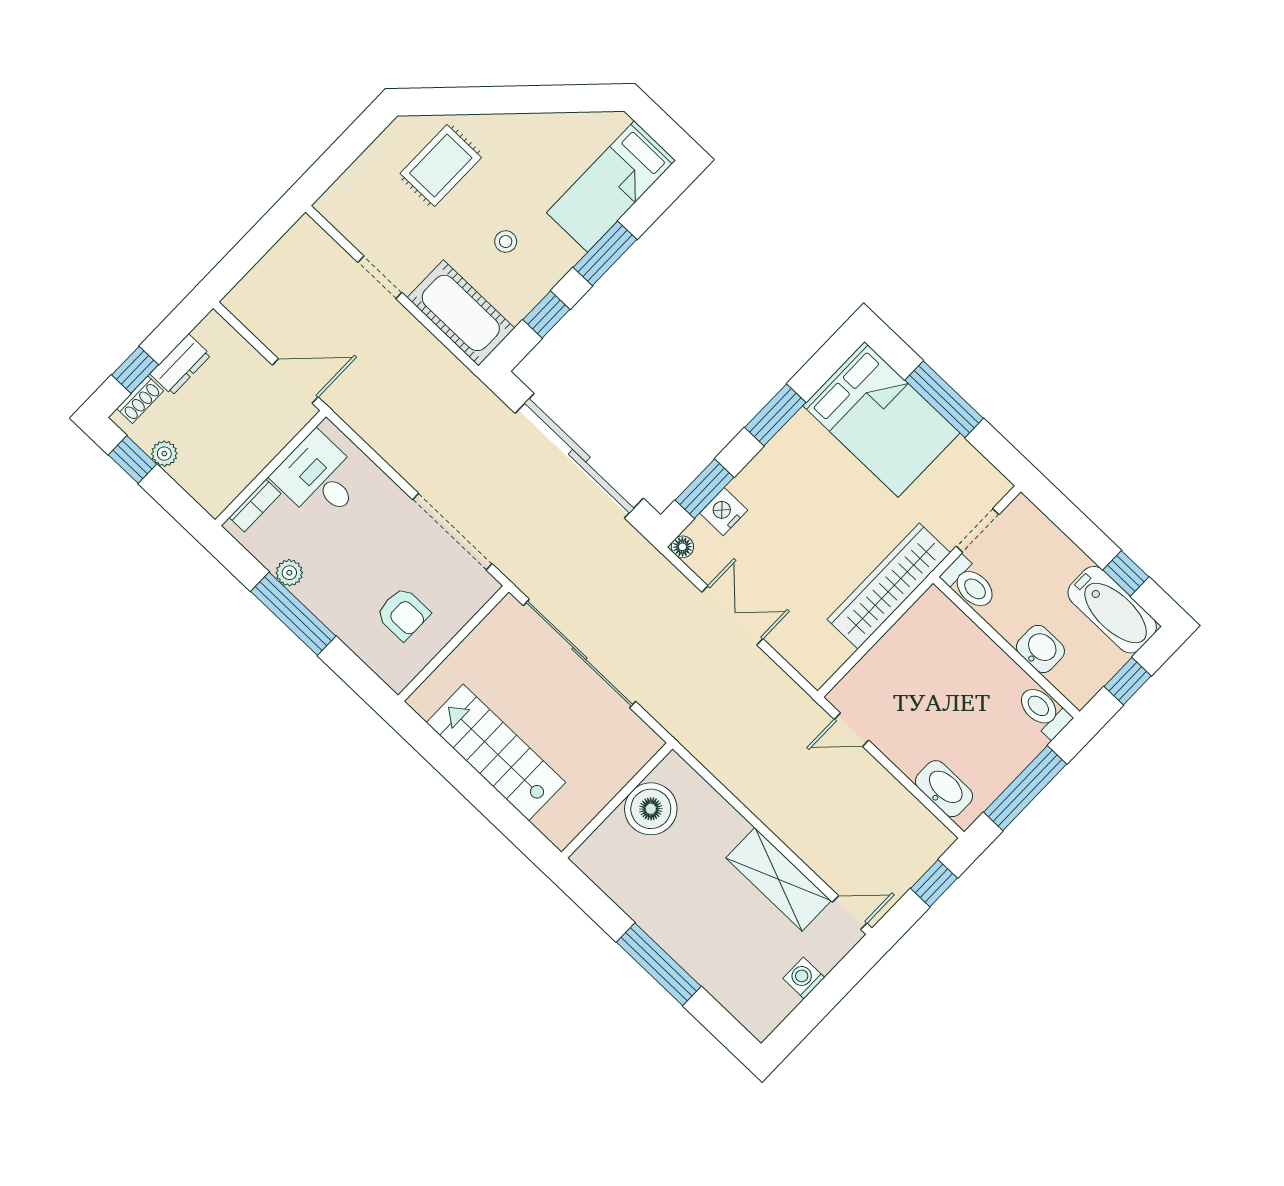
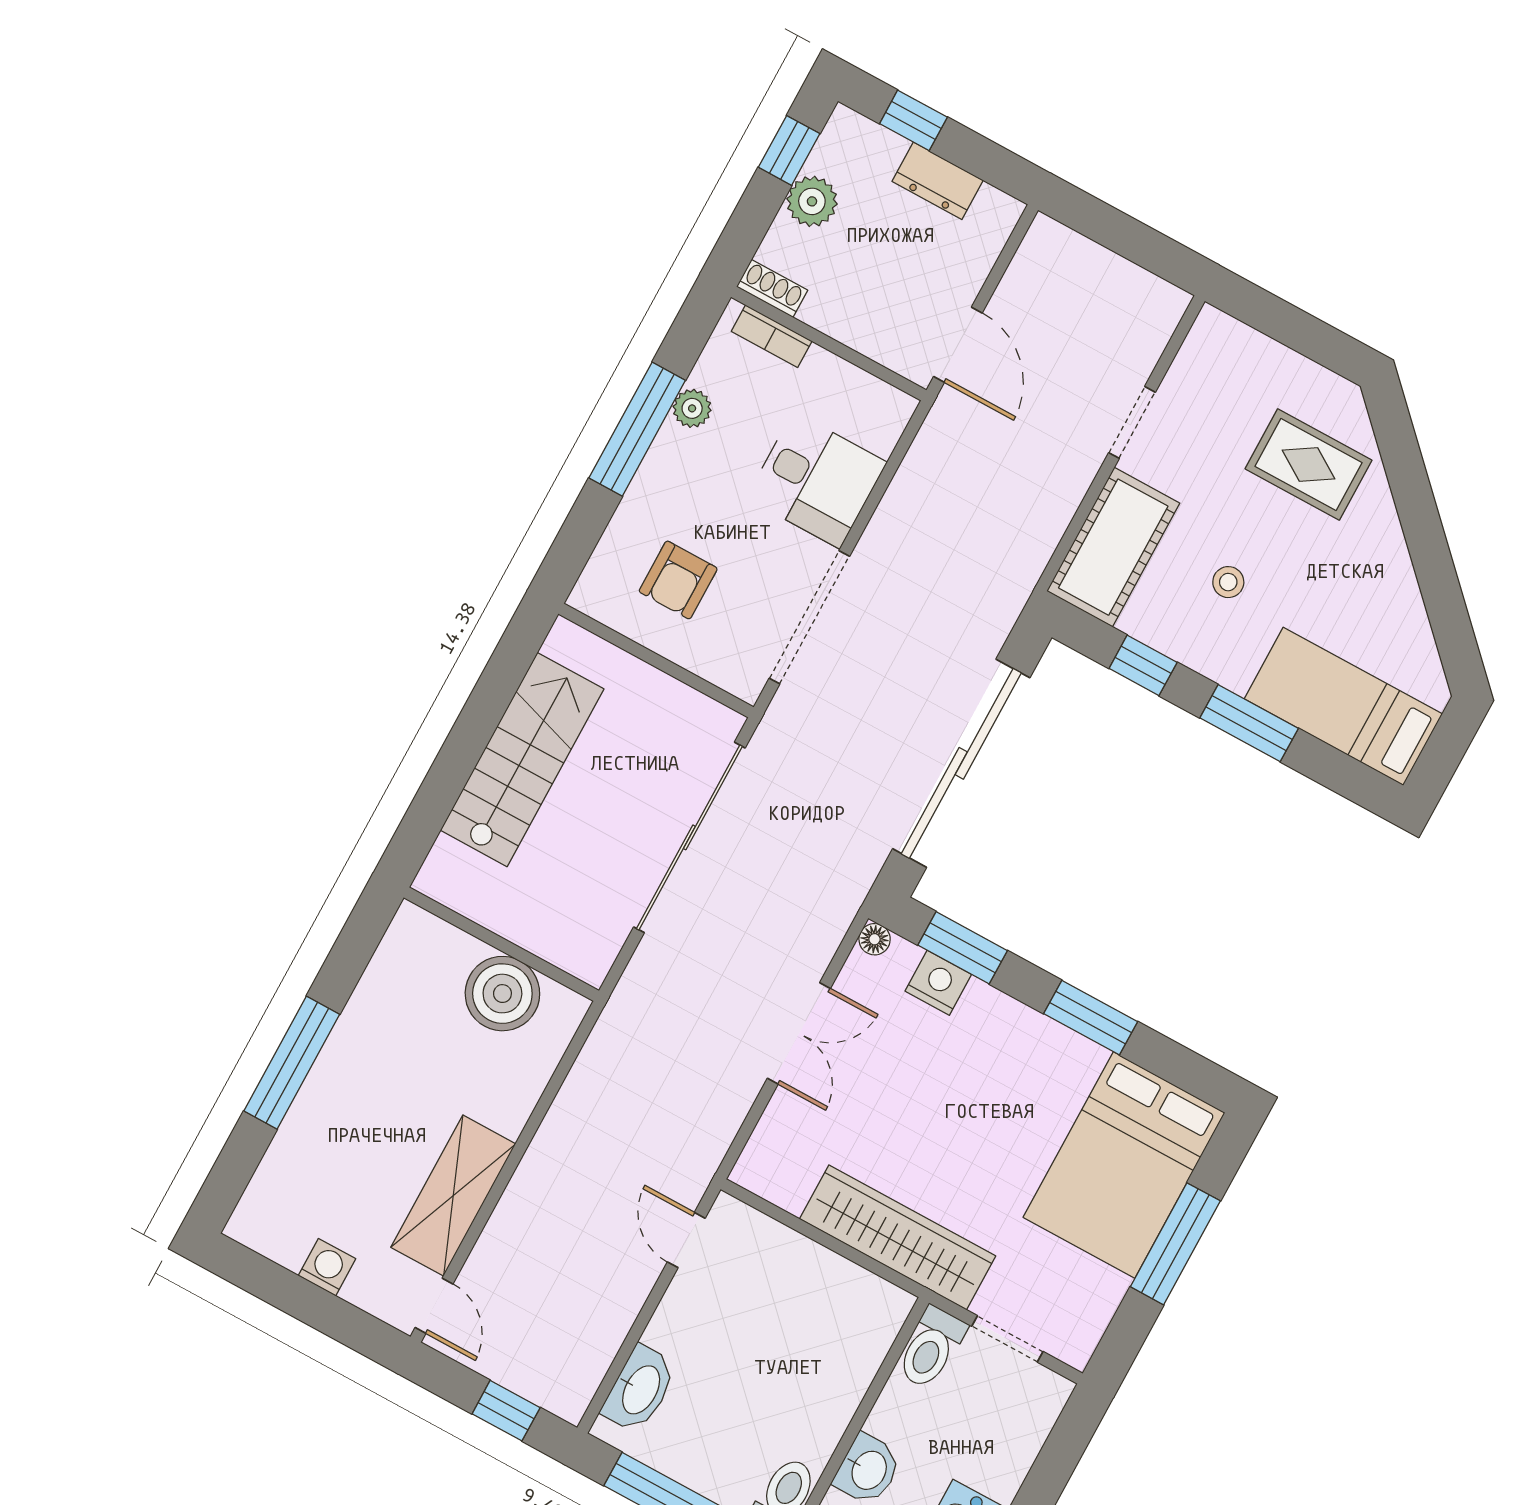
shoe rack: (140, 400) -> (772, 288), moved, turned 180
plant: (164, 454) -> (812, 201), width x1.38, depth x1.38
desk: (319, 478) -> (817, 480), moved, turned 90

